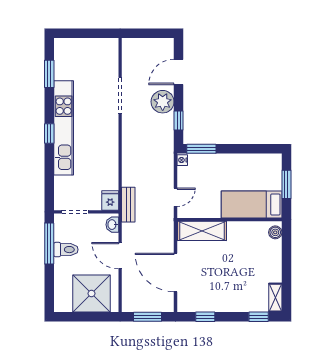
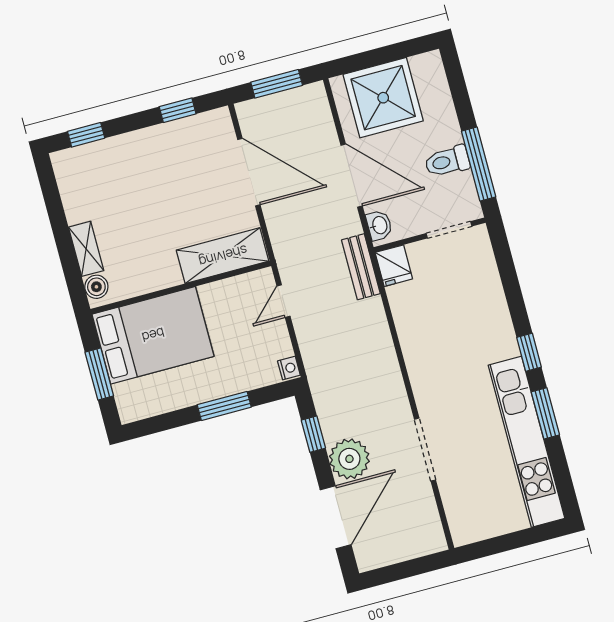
door: (179, 72) -> (336, 517), width x1.36
window: (49, 74) -> (545, 413), moved
kitchen unit: (64, 128) -> (527, 442), moved
window: (201, 149) -> (224, 406), moved
bed: (252, 204) -> (153, 335), width x1.50
door: (120, 256) -> (352, 176), width x1.36
shelving: (275, 298) -> (86, 249), moved

